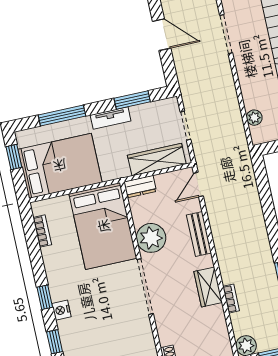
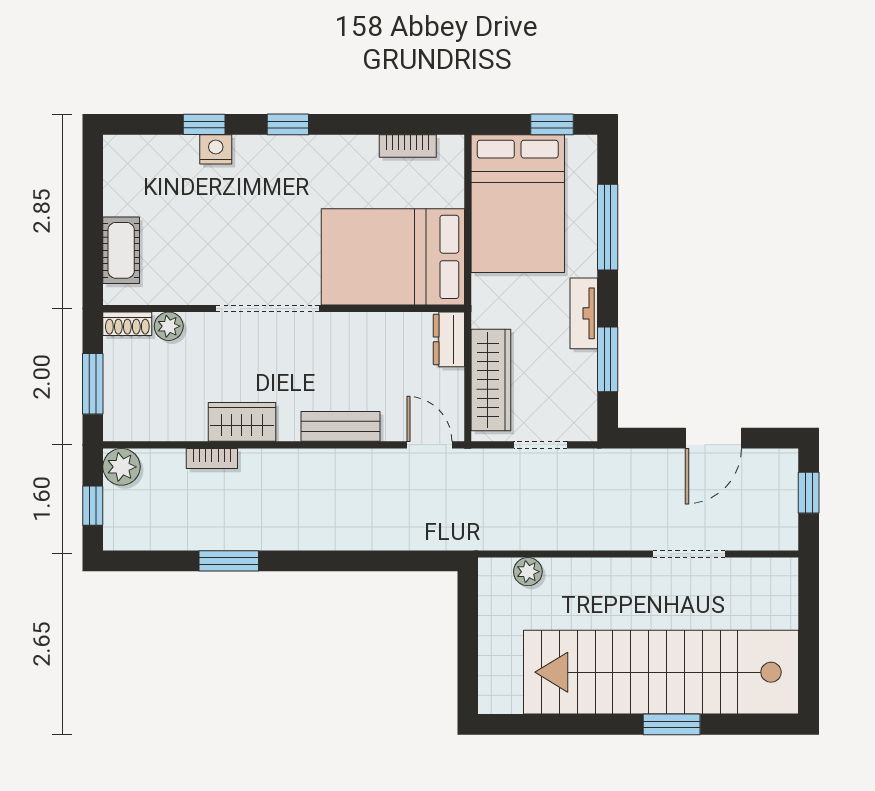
plant: (151, 238) -> (169, 326), moved, width x0.53, depth x0.53
nightstand: (61, 310) -> (216, 149), moved

